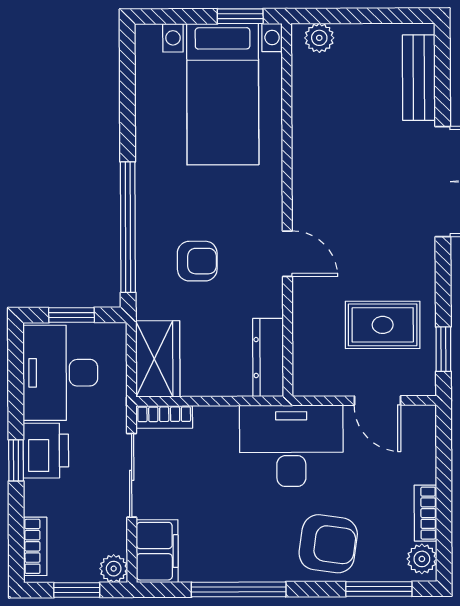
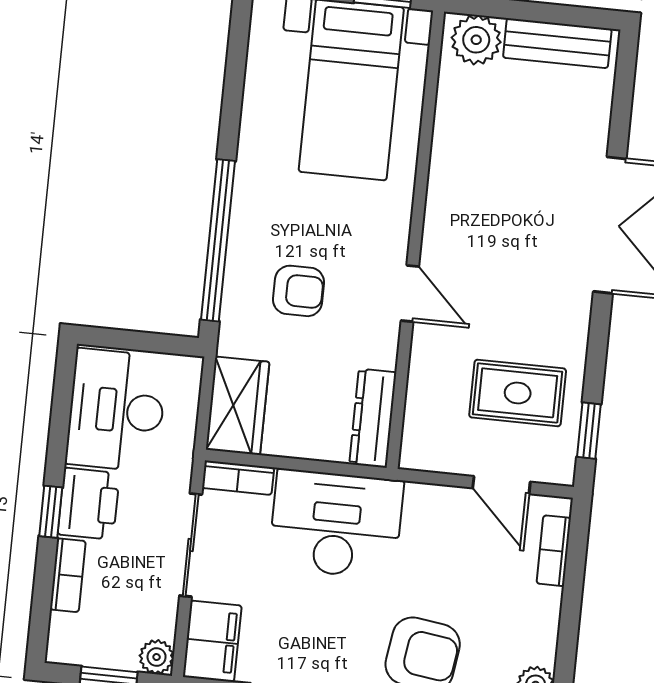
plant: (319, 38) -> (476, 40), width x1.38, depth x1.38
bench: (419, 78) -> (557, 43), moved, turned 90
window: (72, 315) -> (138, 341), removed
desk: (291, 446) -> (336, 524), moved
bookcase: (425, 513) -> (554, 551), moved
bookcase: (35, 546) -> (68, 575), moved

